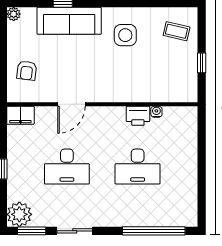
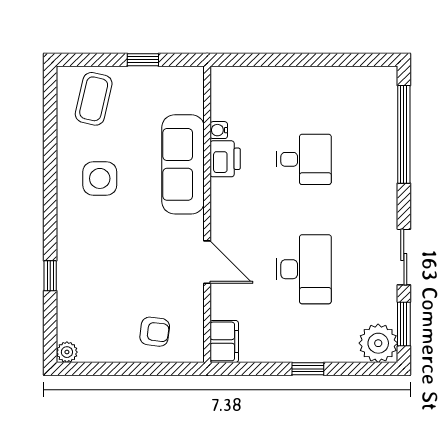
sofa: (69, 21) -> (183, 164), moved, turned 180
coffee table: (177, 31) -> (94, 99), width x1.36, depth x1.30
desk: (138, 167) -> (304, 159), width x0.73

